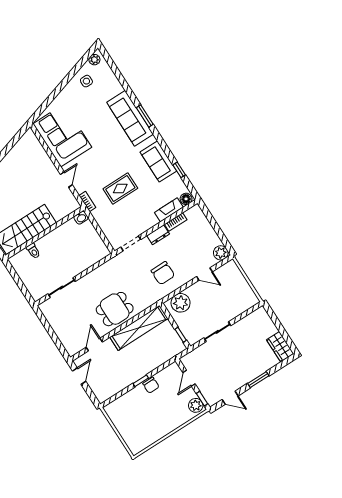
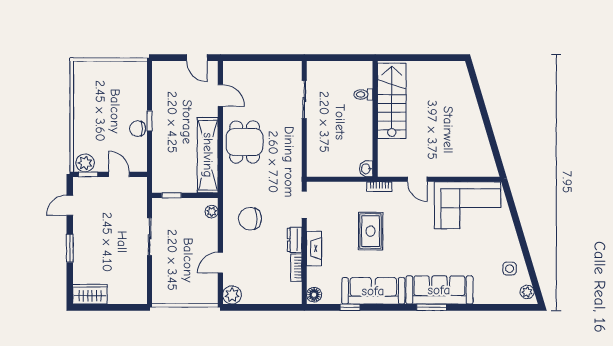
sofa: (158, 161) -> (373, 291), width x1.36
fireplace: (169, 210) -> (314, 249), moved
plant: (181, 303) -> (212, 212), width x0.53, depth x0.53

